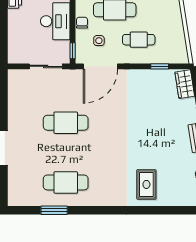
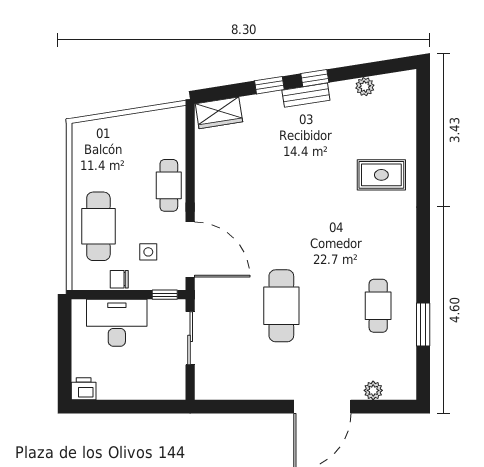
cafe table: (139, 40) -> (169, 185), moved
window: (160, 66) -> (190, 153), removed
plant: (13, 179) -> (373, 390), added
cafe table: (66, 182) -> (378, 306), width x0.73, depth x0.74

